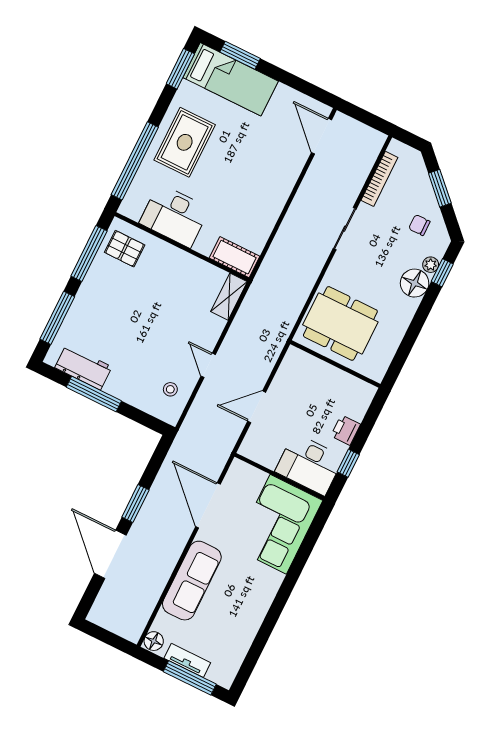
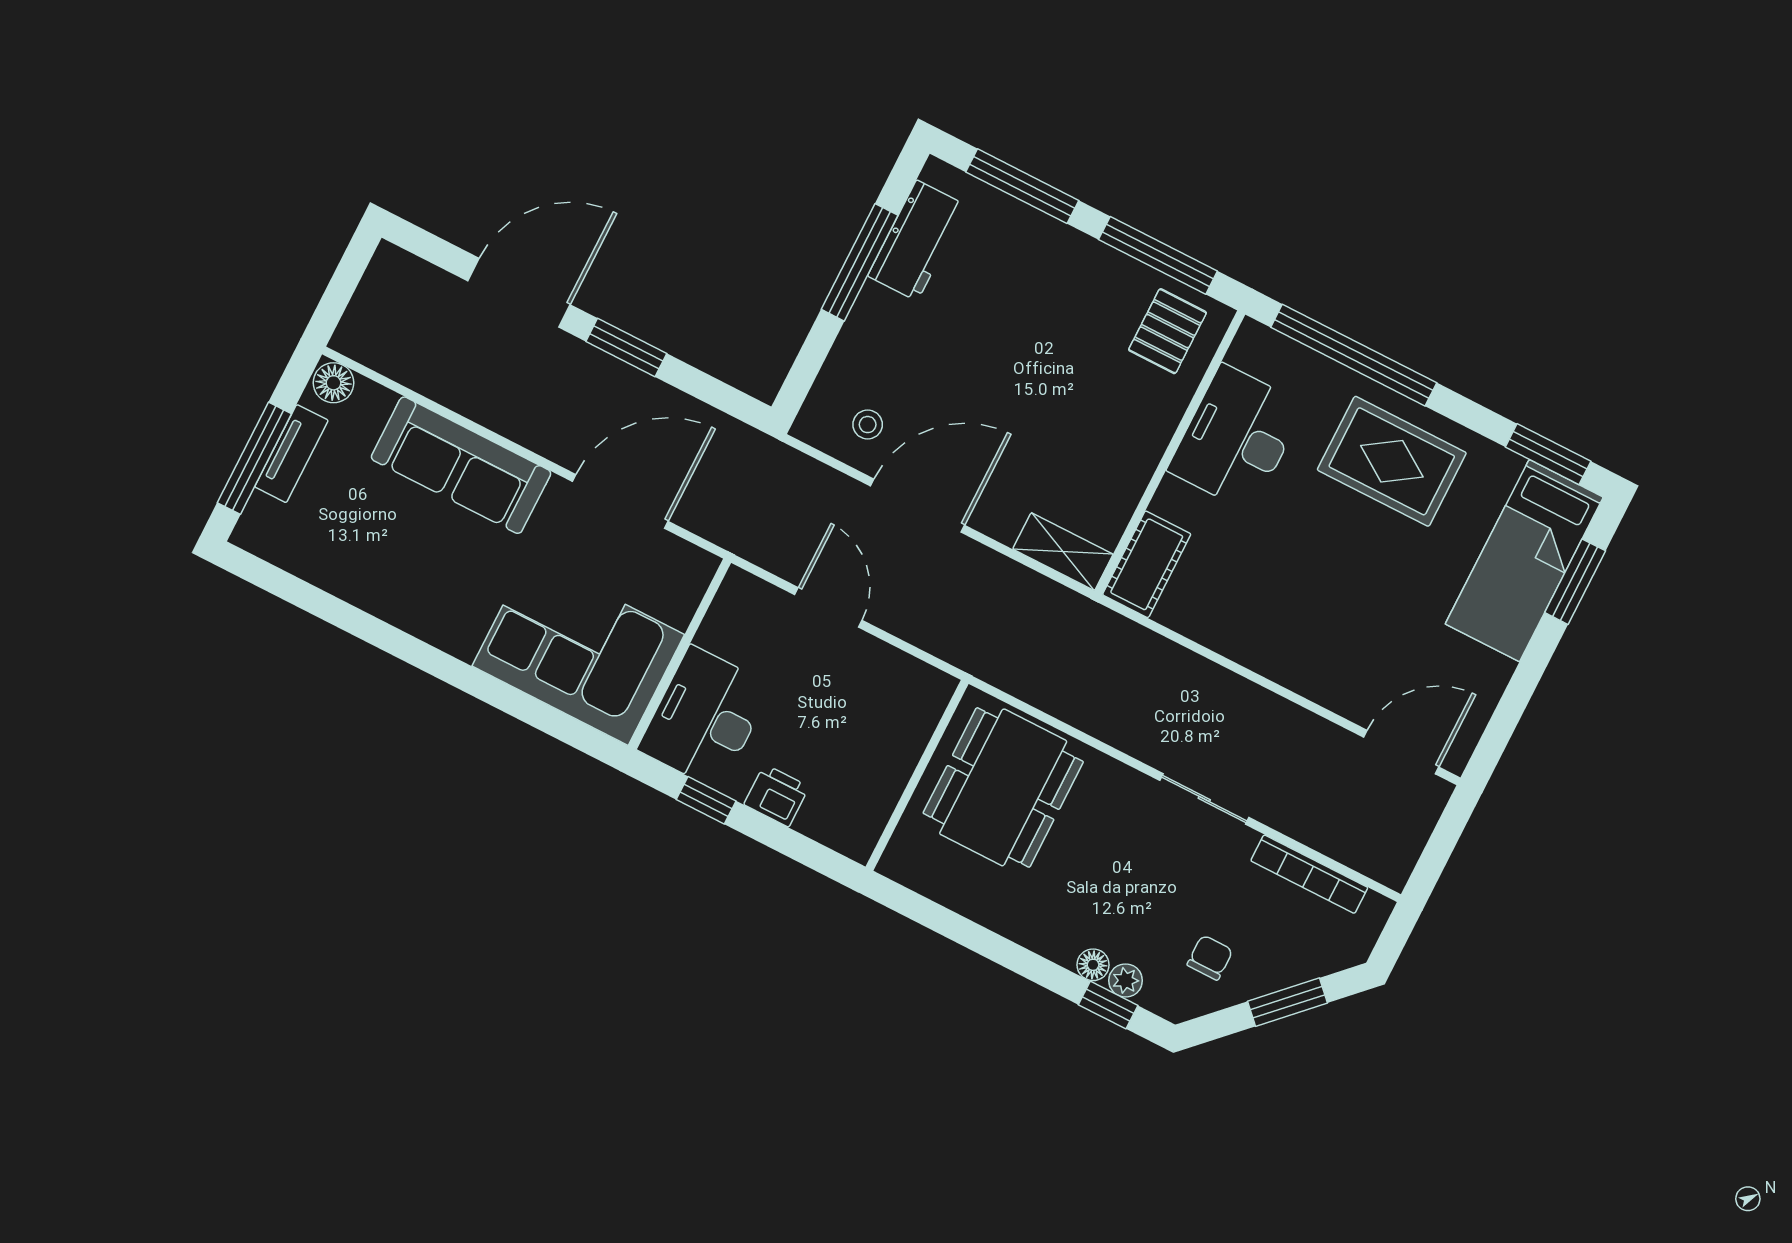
floor lamp: (415, 283) -> (1093, 965), width x0.53, depth x0.53
door: (208, 365) -> (918, 506), width x1.87

